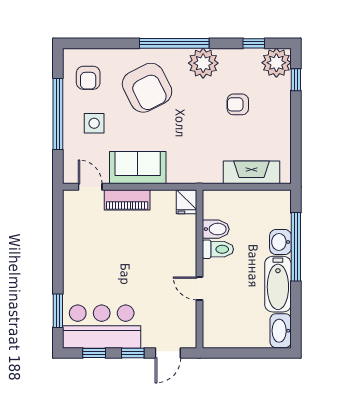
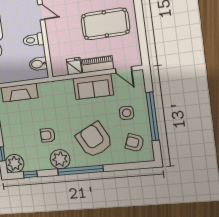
armchair: (88, 78) -> (135, 143), turned -69
armchair: (238, 104) -> (48, 135), moved, turned 180
fridge: (187, 202) -> (74, 66), moved
bidet: (216, 229) -> (38, 64), moved
pool table: (108, 257) -> (105, 24), added

